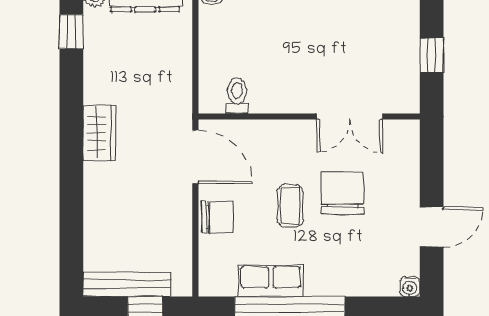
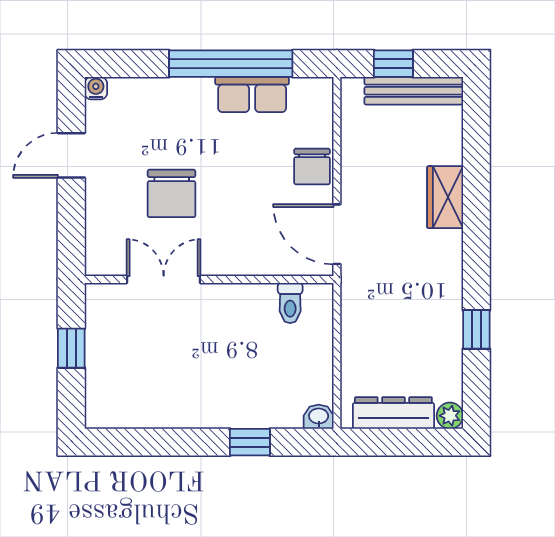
window: (71, 32) -> (476, 329), moved
wardrobe: (99, 133) -> (445, 197), moved
coffee table: (290, 206) -> (230, 179), removed
chair: (217, 217) -> (312, 166), turned -90

